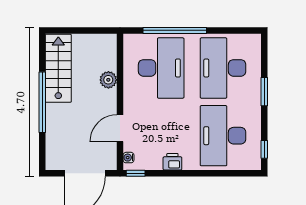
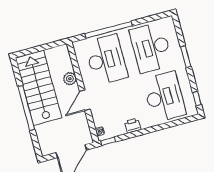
stairs: (58, 68) -> (38, 88), width x1.36, depth x1.51
door: (120, 128) -> (85, 100), moved
desk: (223, 136) -> (164, 97), turned 180

